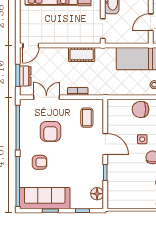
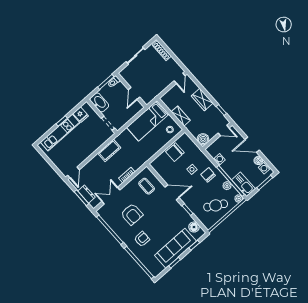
cafe table: (134, 191) -> (216, 205), added
sofa: (45, 198) -> (175, 248), moved

